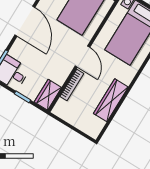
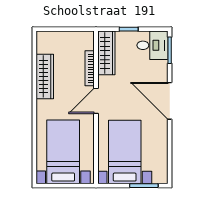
door: (82, 57) -> (96, 101), hinge flipped
wardrobe: (48, 95) -> (106, 53), width x1.50

